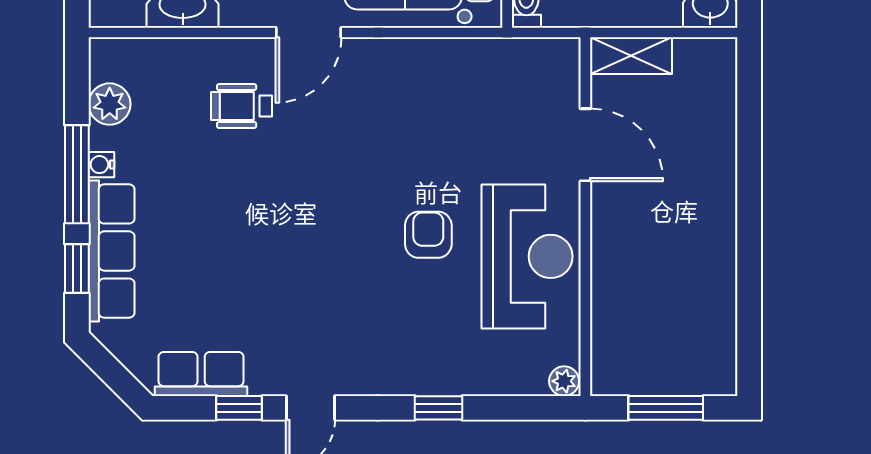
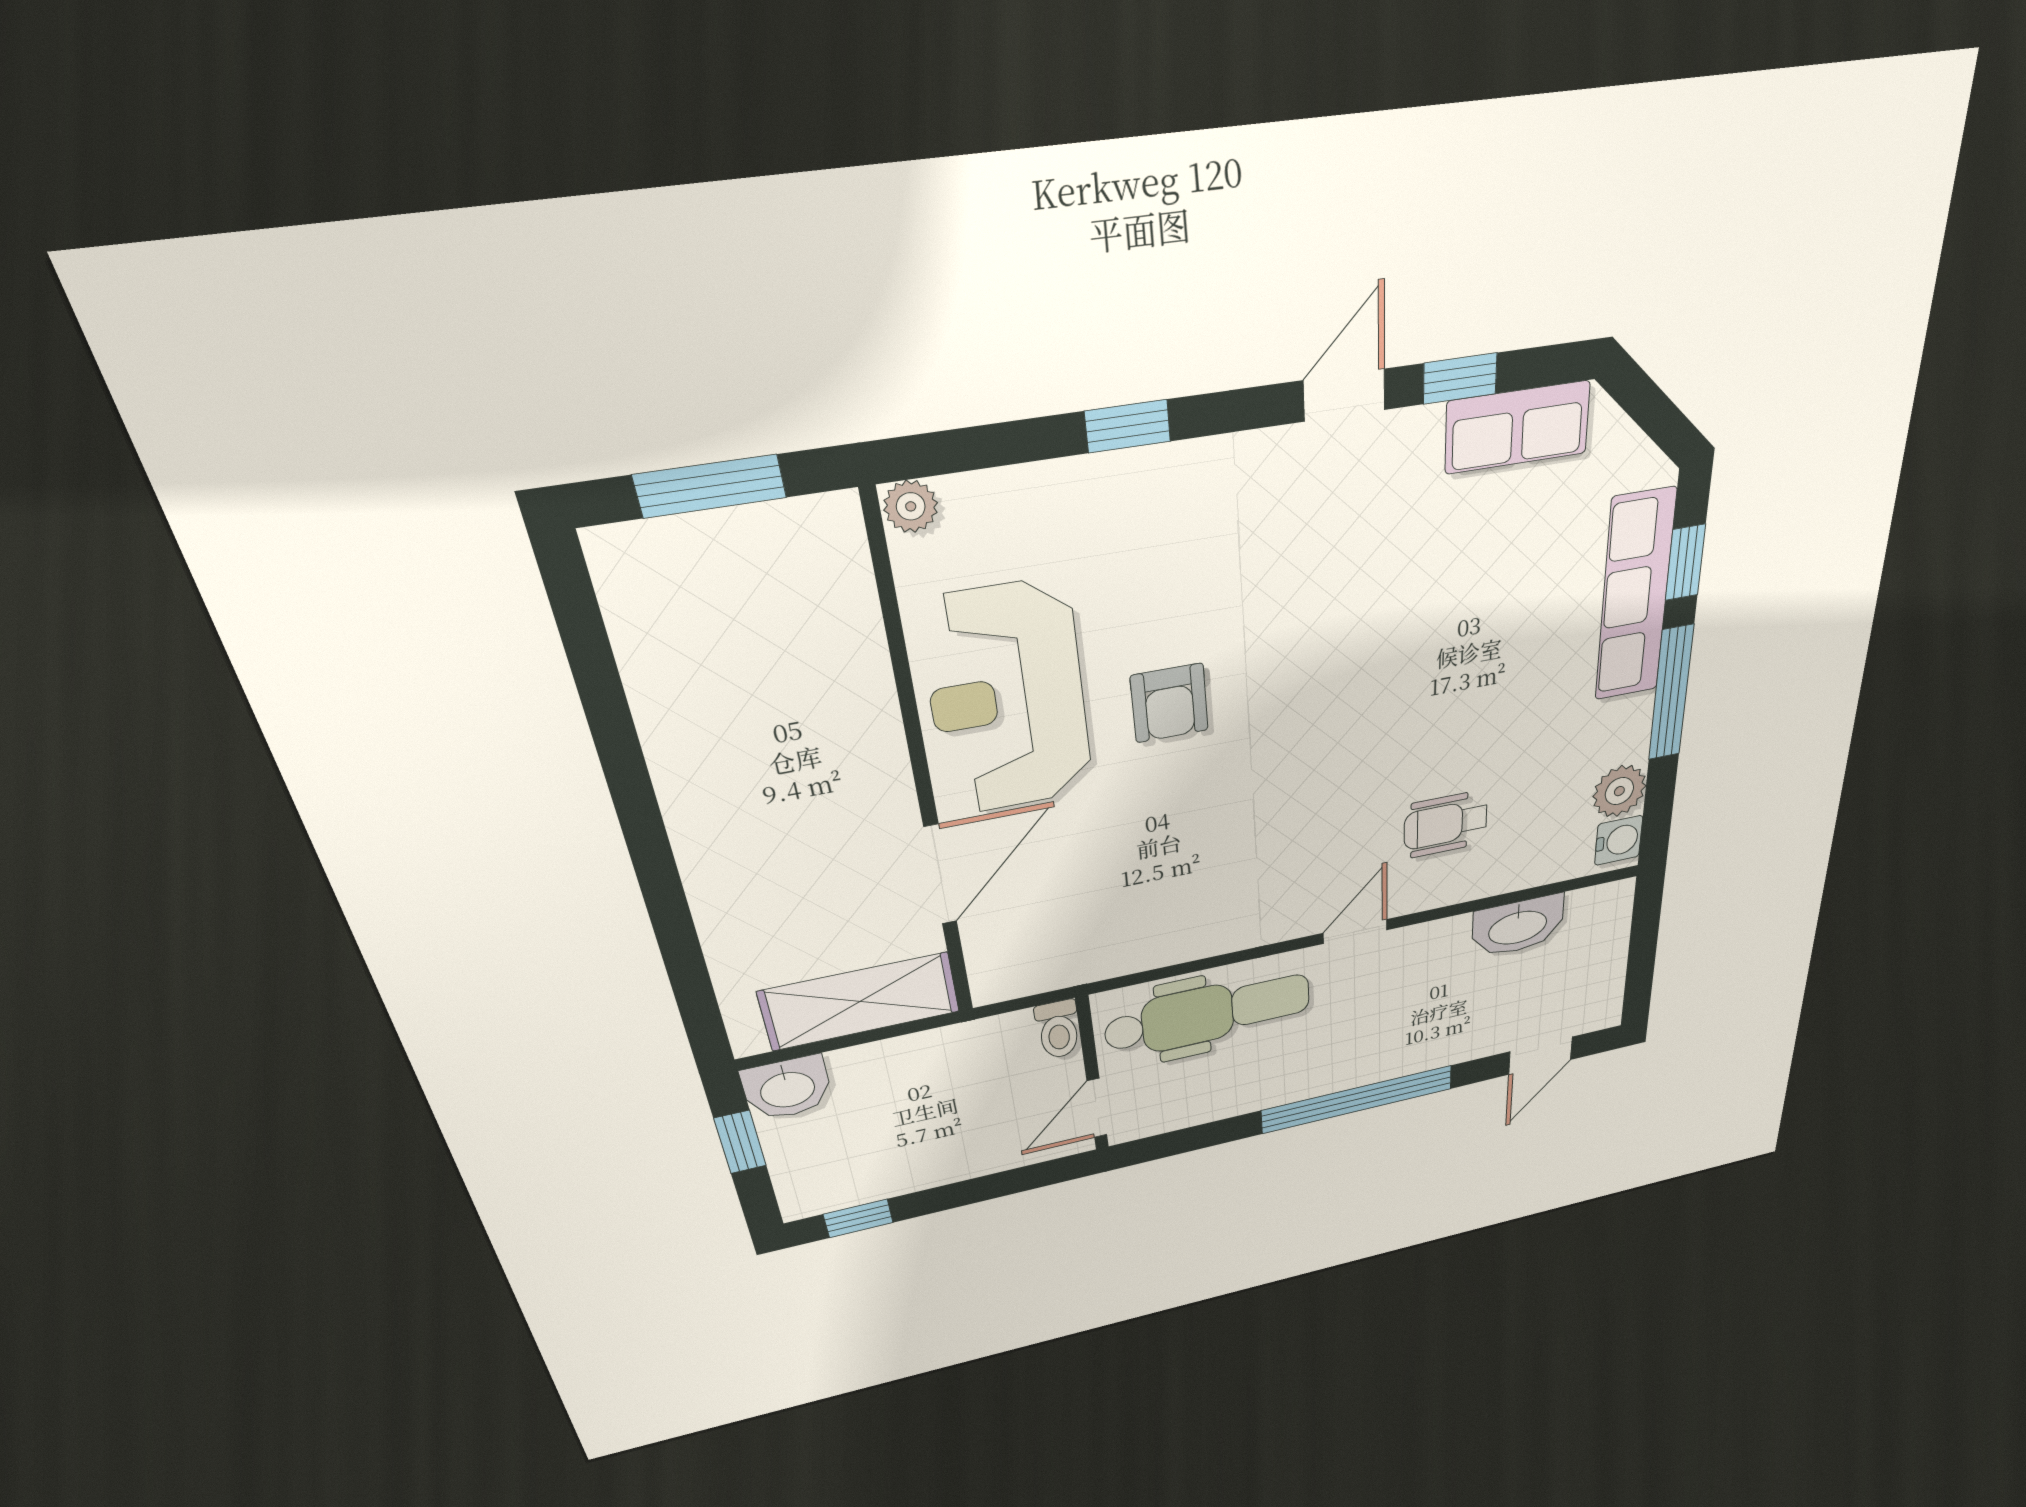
door: (309, 32) -> (1355, 931), width x0.73
shelving: (631, 56) -> (860, 1002), width x1.50, depth x1.33
wheelchair: (241, 106) -> (1446, 824), turned 180
door: (585, 145) -> (940, 875), swing flipped
water cooler: (101, 165) -> (1619, 840), moved, width x1.38, depth x1.38

